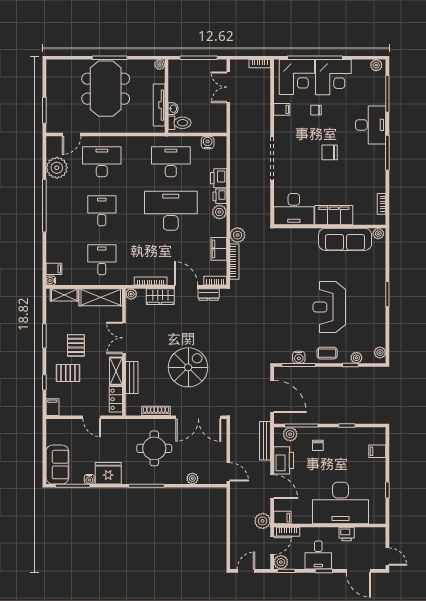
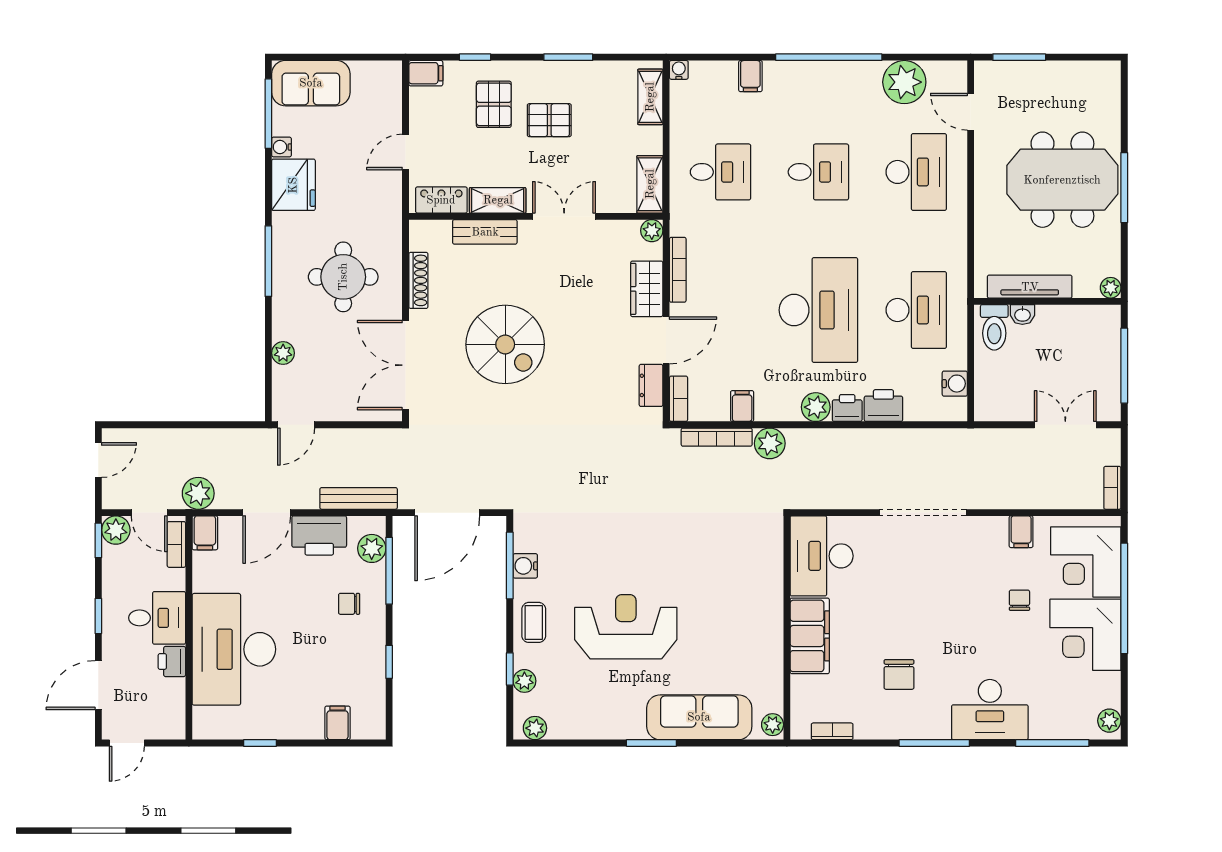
chair: (330, 152) -> (899, 674), moved, turned 180
sofa: (345, 239) -> (699, 717), moved, turned 90
filing cabinet: (219, 249) -> (742, 406), width x0.50
filing cabinet: (54, 269) -> (750, 76), moved
shelving: (101, 297) -> (650, 184), width x0.67, depth x0.75
desk: (318, 555) -> (157, 618), moved, turned 180
door: (246, 571) -> (98, 460), hinge flipped

